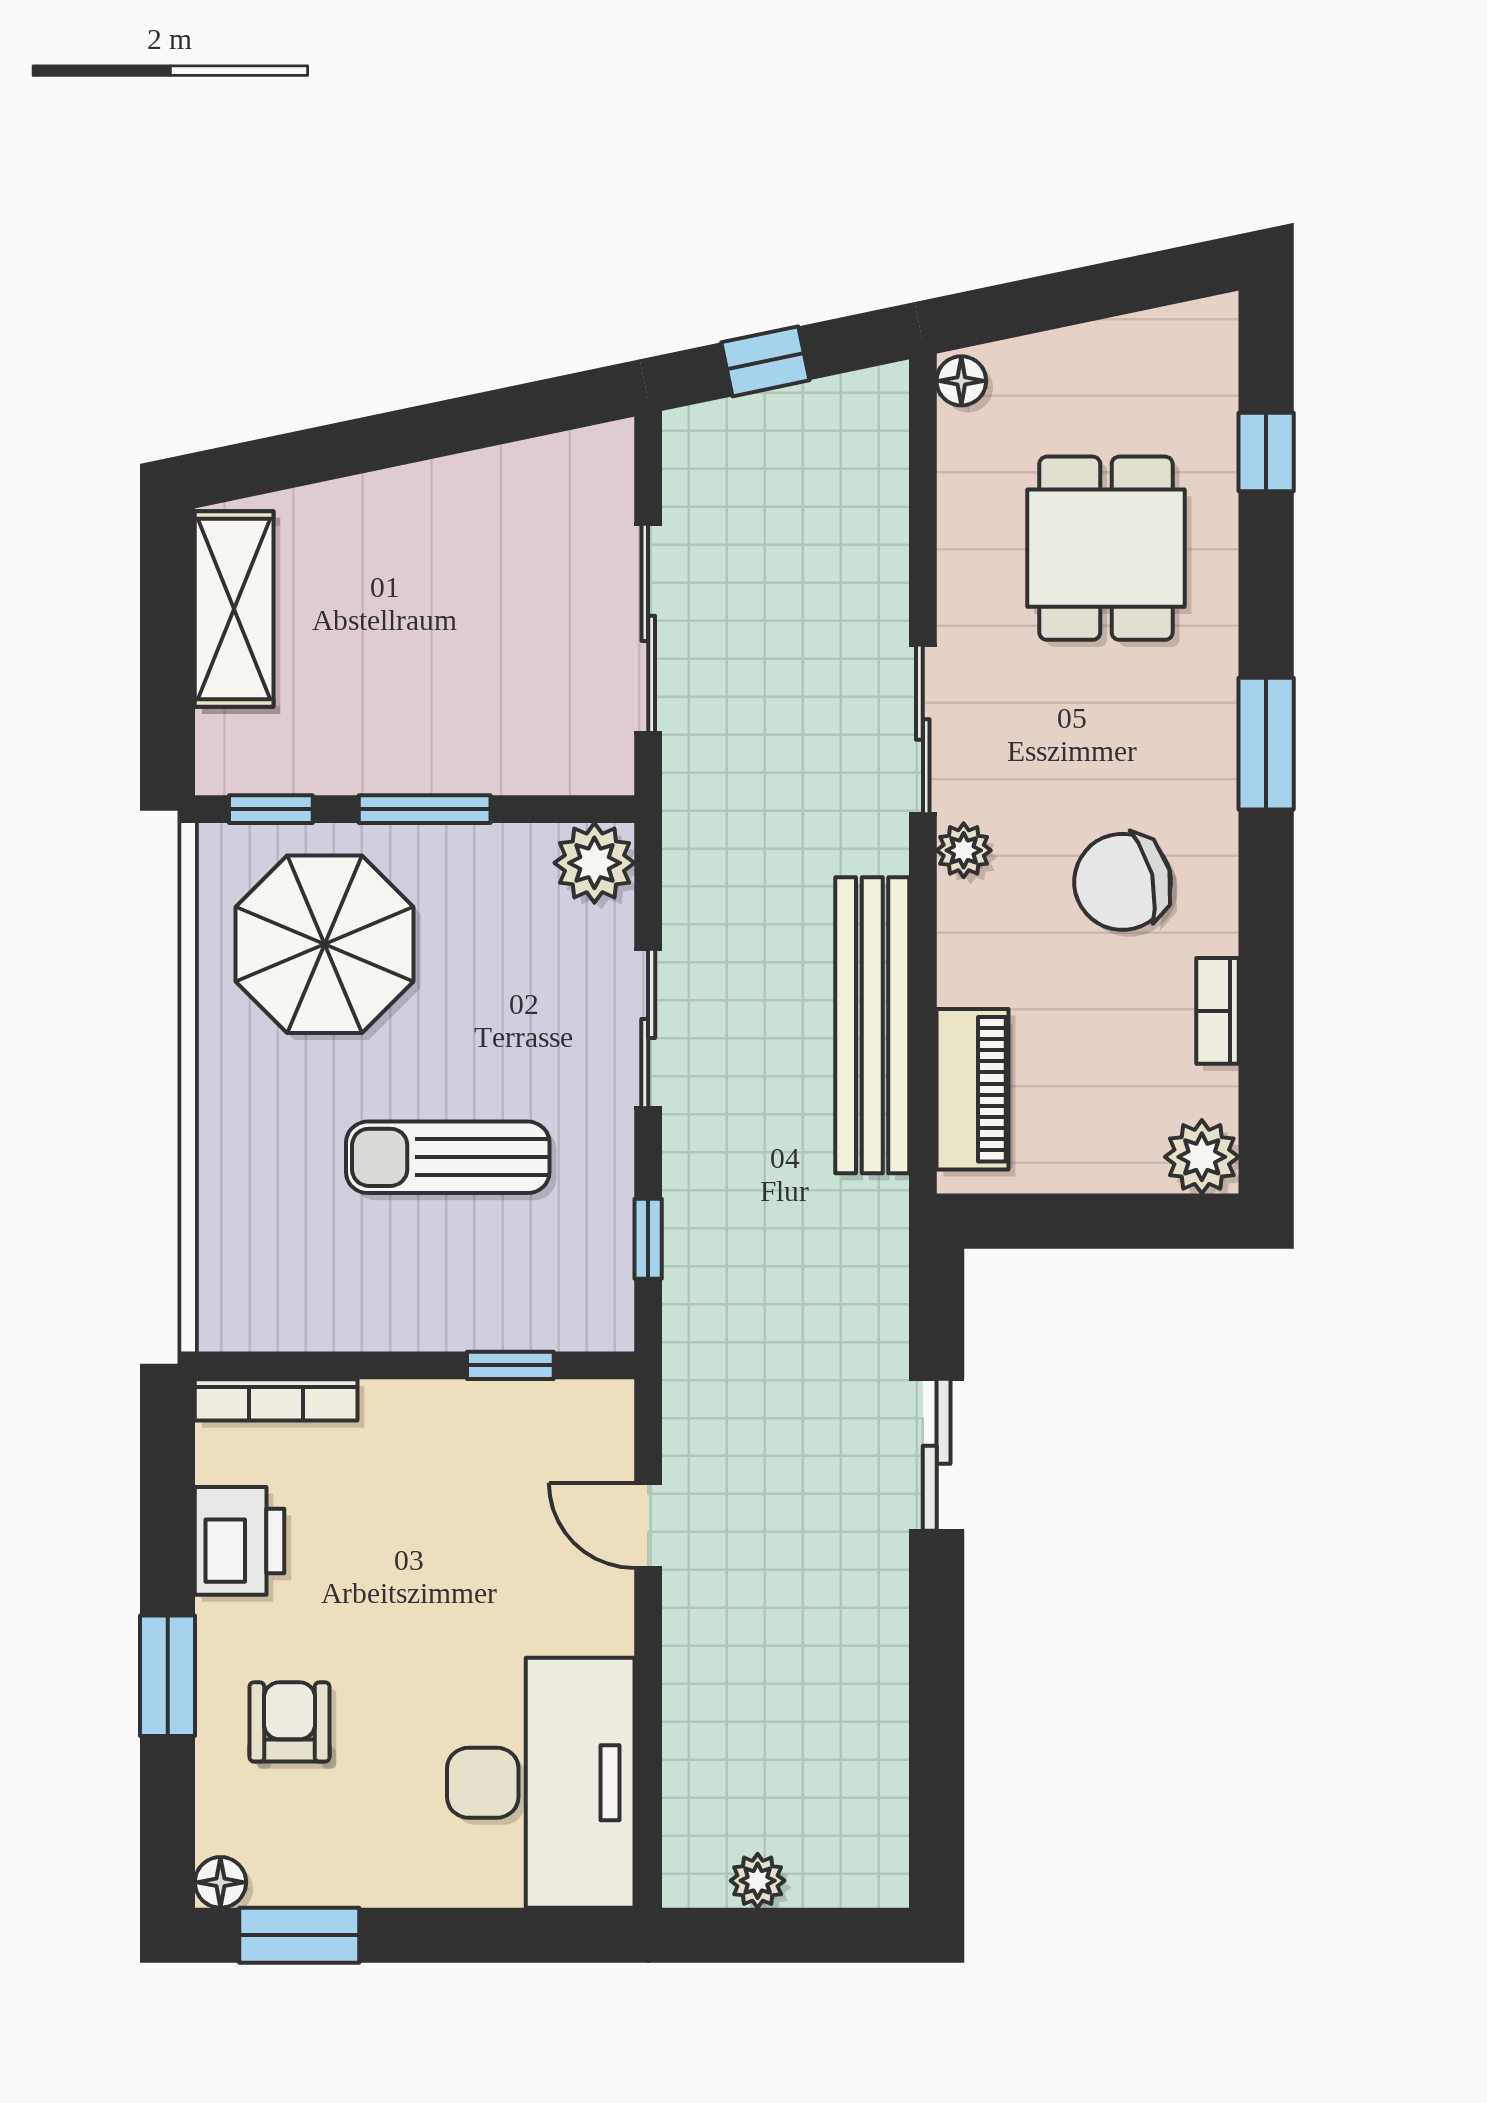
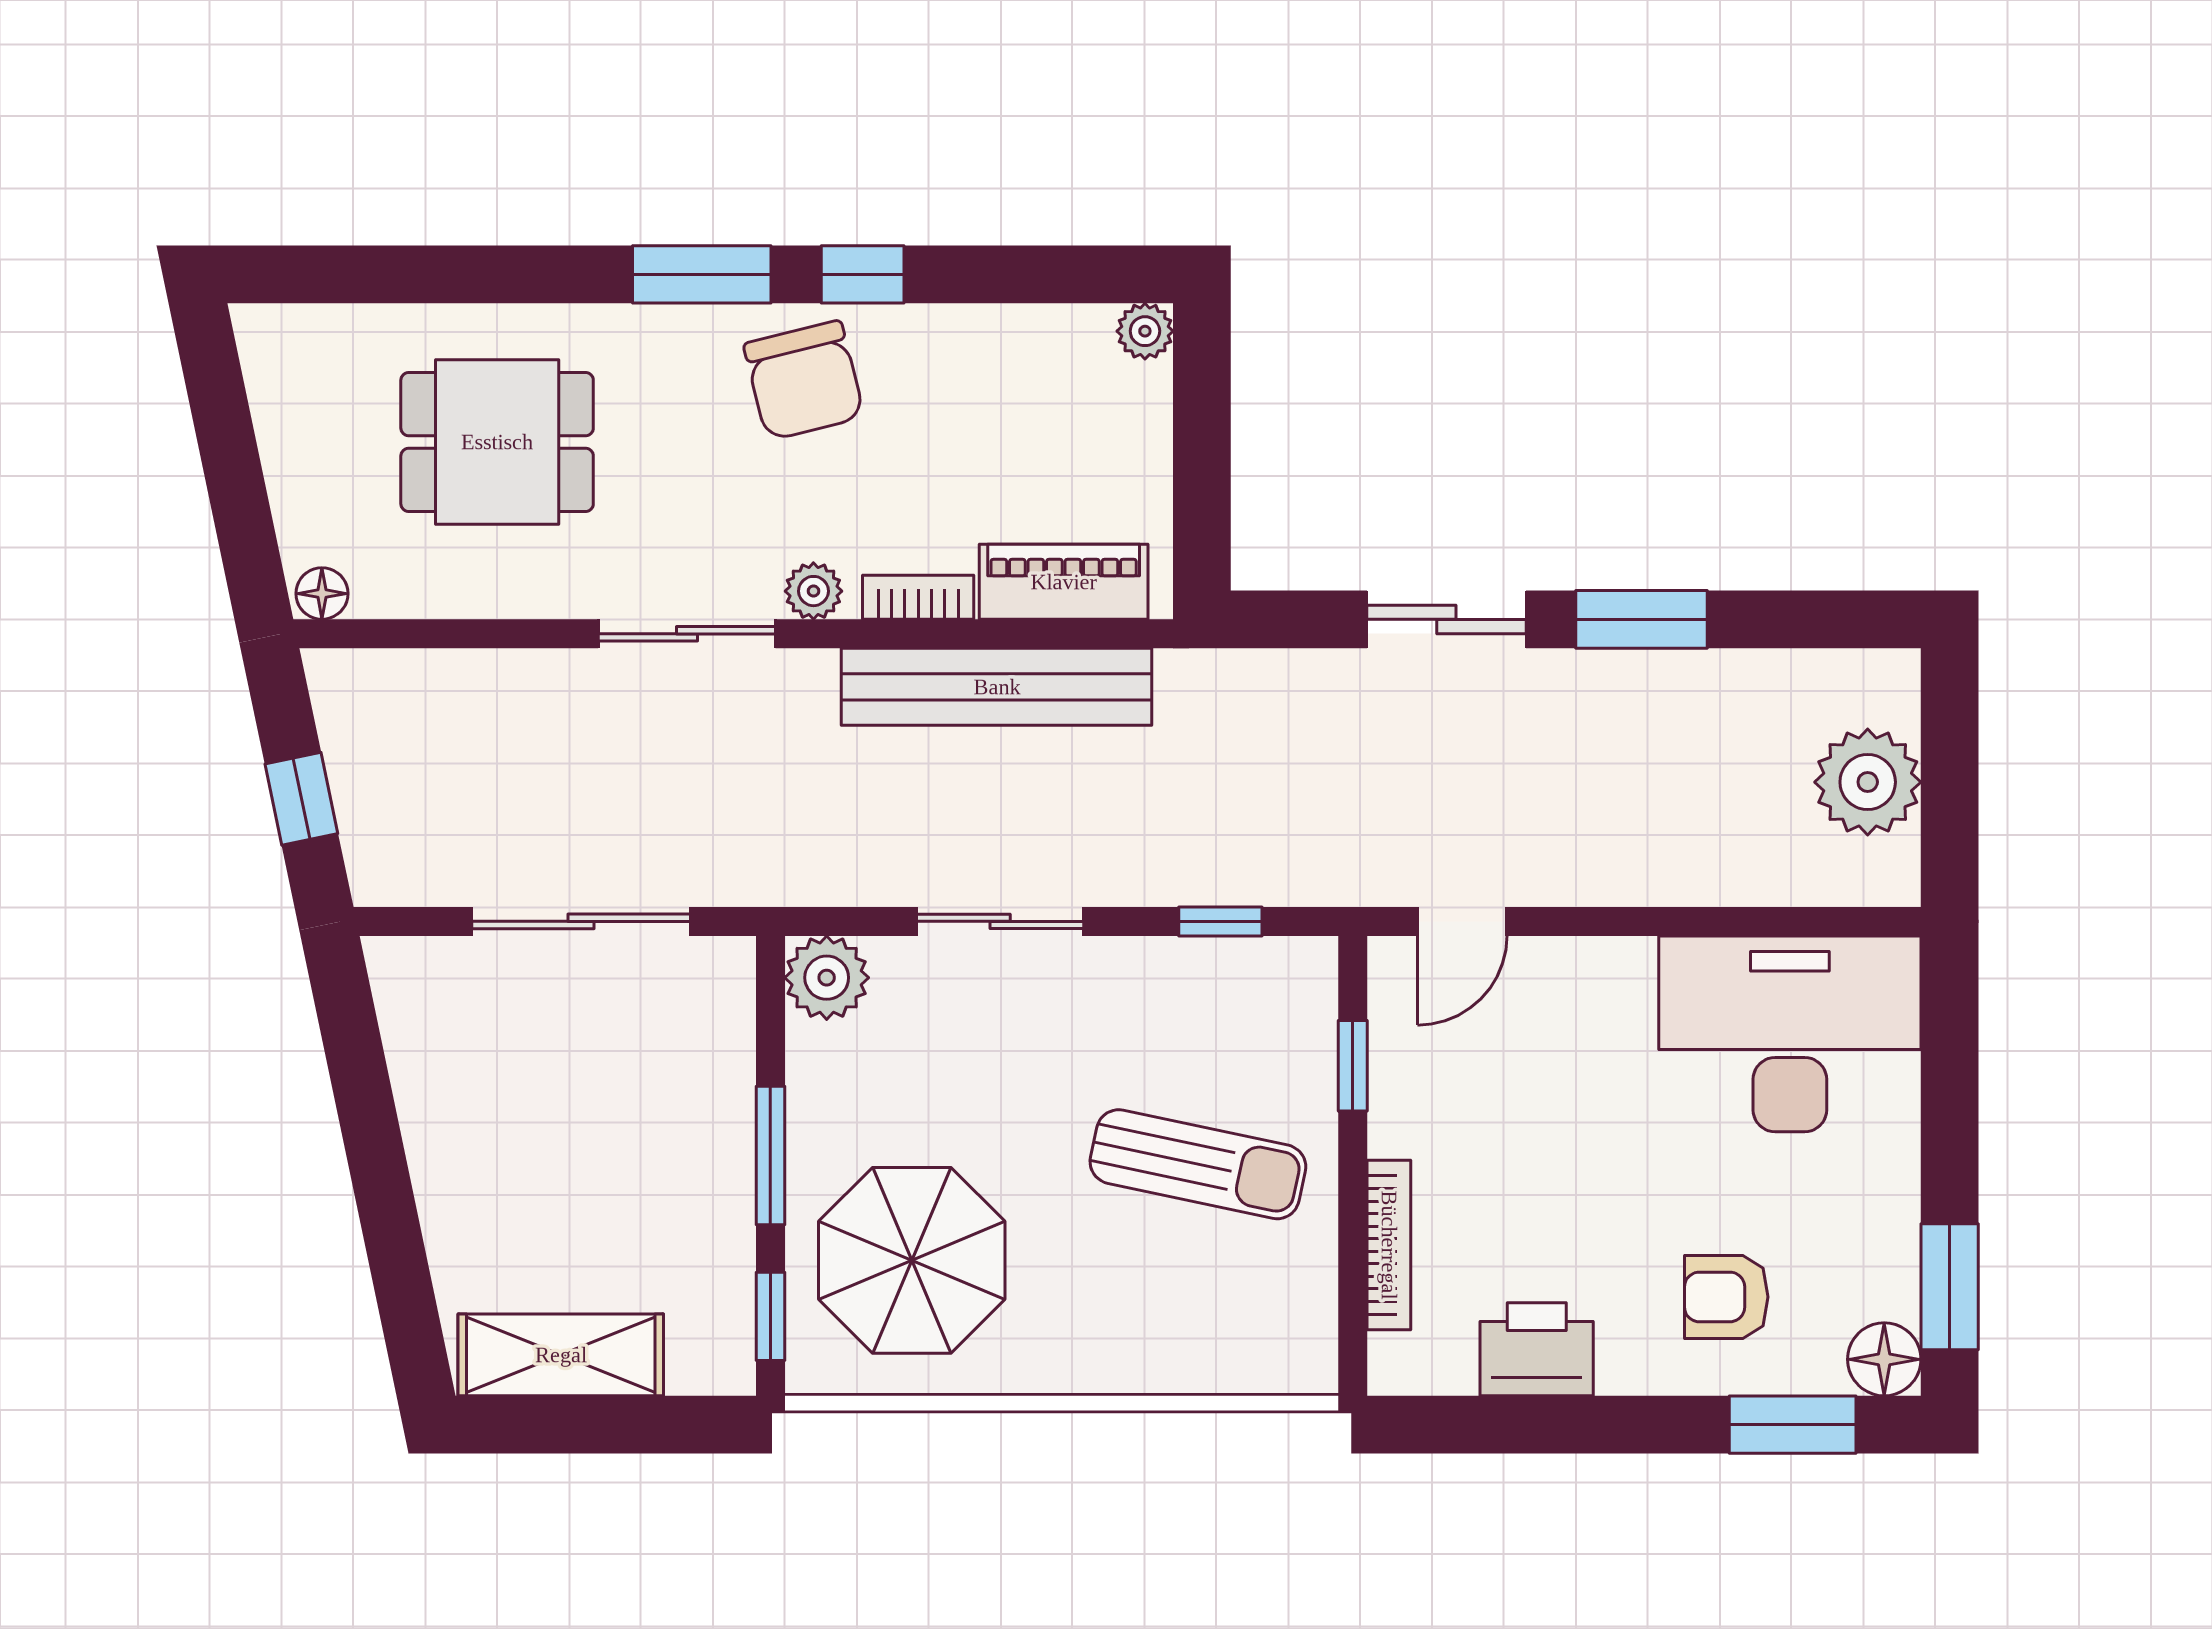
window: (1266, 452) -> (863, 274), moved
chair: (1122, 882) -> (804, 380), moved
bookcase: (1217, 1011) -> (918, 597), moved, turned 180
sun lounger: (448, 1157) -> (1198, 1164), moved, turned -78
plant: (1202, 1157) -> (1145, 331), width x0.73, depth x0.73
bookcase: (276, 1400) -> (1389, 1245), moved
door: (648, 1525) -> (1462, 921), moved
window: (937, 1641) -> (1642, 619), added
window: (168, 1676) -> (1793, 1425), moved
plant: (758, 1881) -> (1868, 782), width x1.88, depth x1.88
floor lamp: (220, 1882) -> (1884, 1359), width x1.37, depth x1.37

